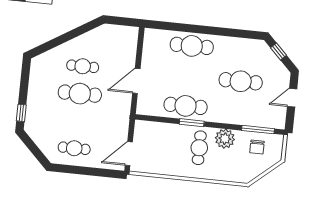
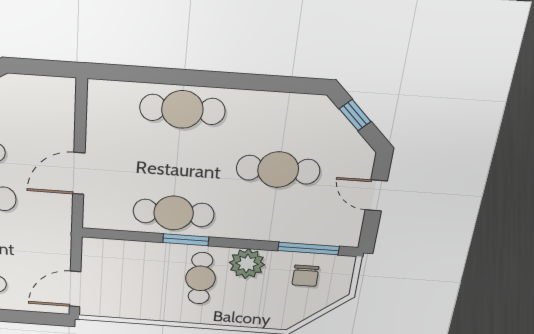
door: (292, 98) -> (376, 196), hinge flipped

